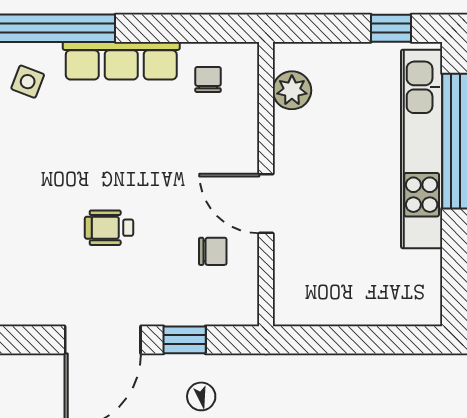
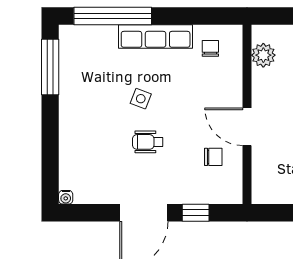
side table: (28, 82) -> (141, 99), moved

